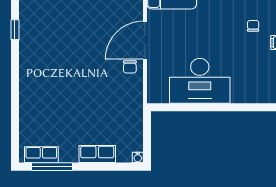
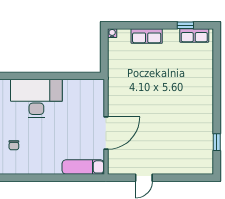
chair: (130, 67) -> (119, 110), removed
desk: (200, 81) -> (36, 98), moved
window: (52, 167) -> (185, 25), width x0.46

